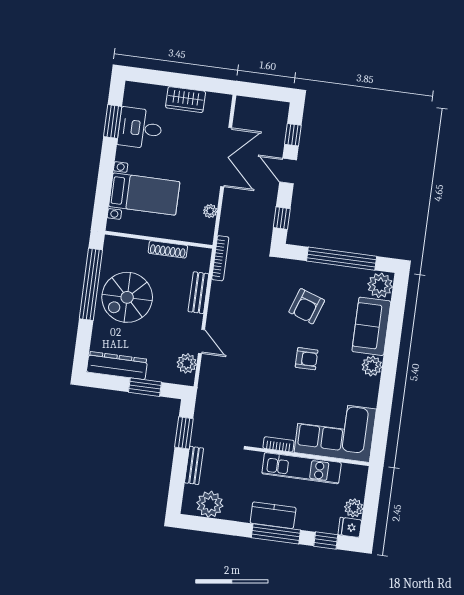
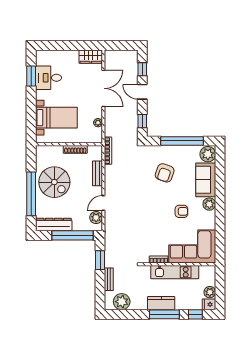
wardrobe: (186, 100) -> (91, 57), moved
window: (91, 284) -> (31, 194), moved
spiral stairs: (127, 297) -> (54, 182), turned -90
door: (202, 341) -> (103, 203), swing flipped
armchair: (307, 359) -> (181, 211), moved
window: (145, 387) -> (72, 235), width x2.11

